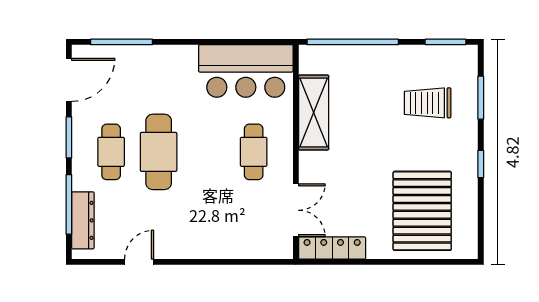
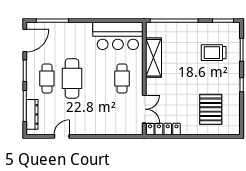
pallet: (422, 211) -> (211, 109), width x0.73, depth x0.71

